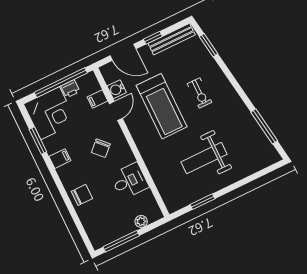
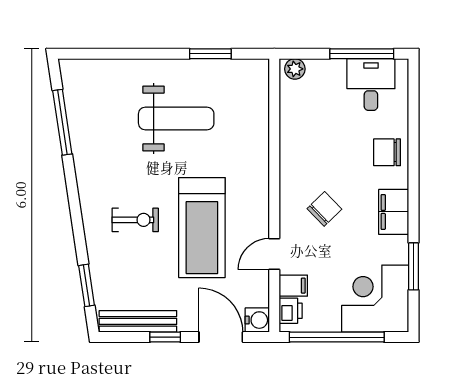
printer: (70, 89) -> (291, 311), moved, turned 90
water cooler: (117, 89) -> (257, 320), moved
exercise bike: (200, 93) -> (135, 220), turned 90
treadmill: (162, 106) -> (202, 228), turned 180
filing cabinet: (60, 159) -> (394, 212), width x2.00
desk: (130, 181) -> (371, 85), moved, turned 90
plant: (141, 221) -> (295, 69), moved

